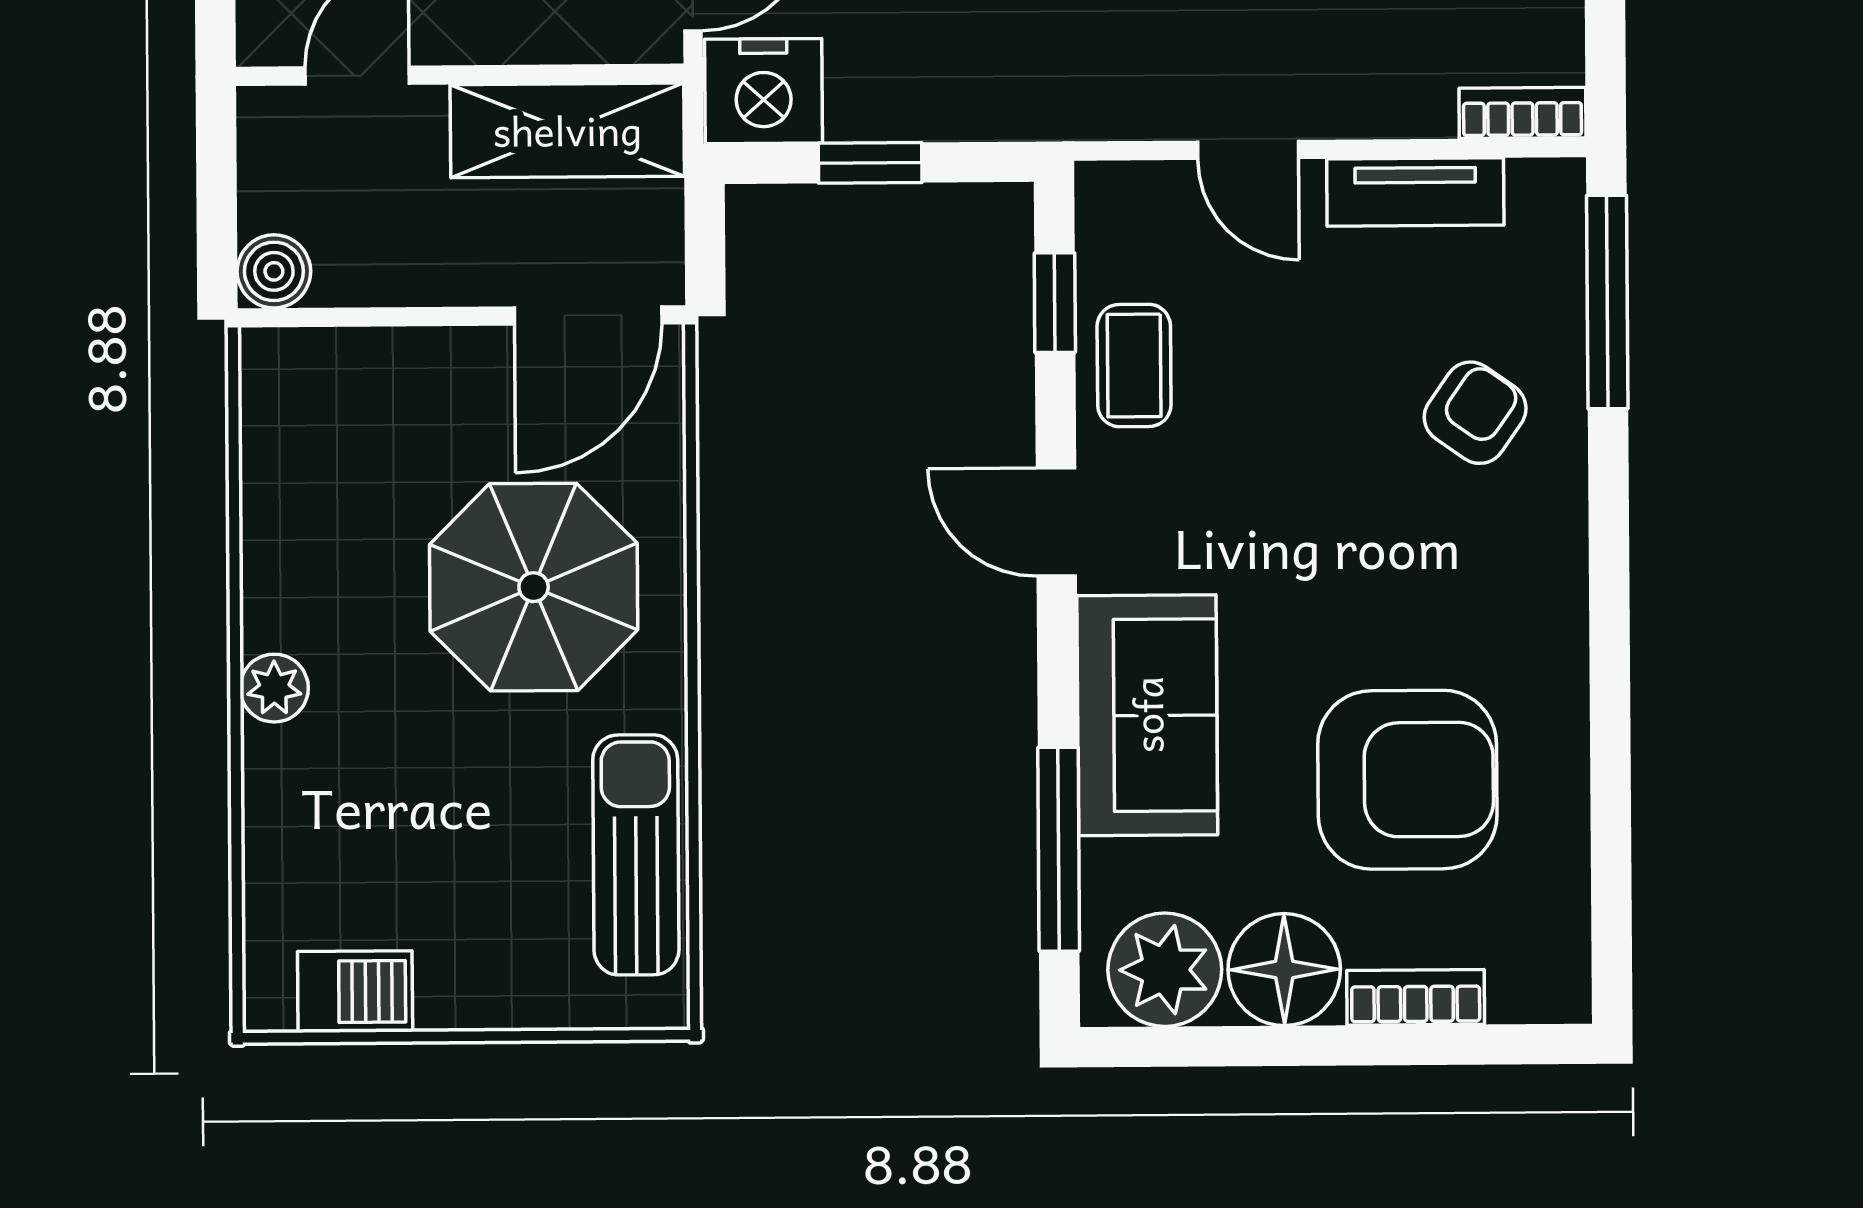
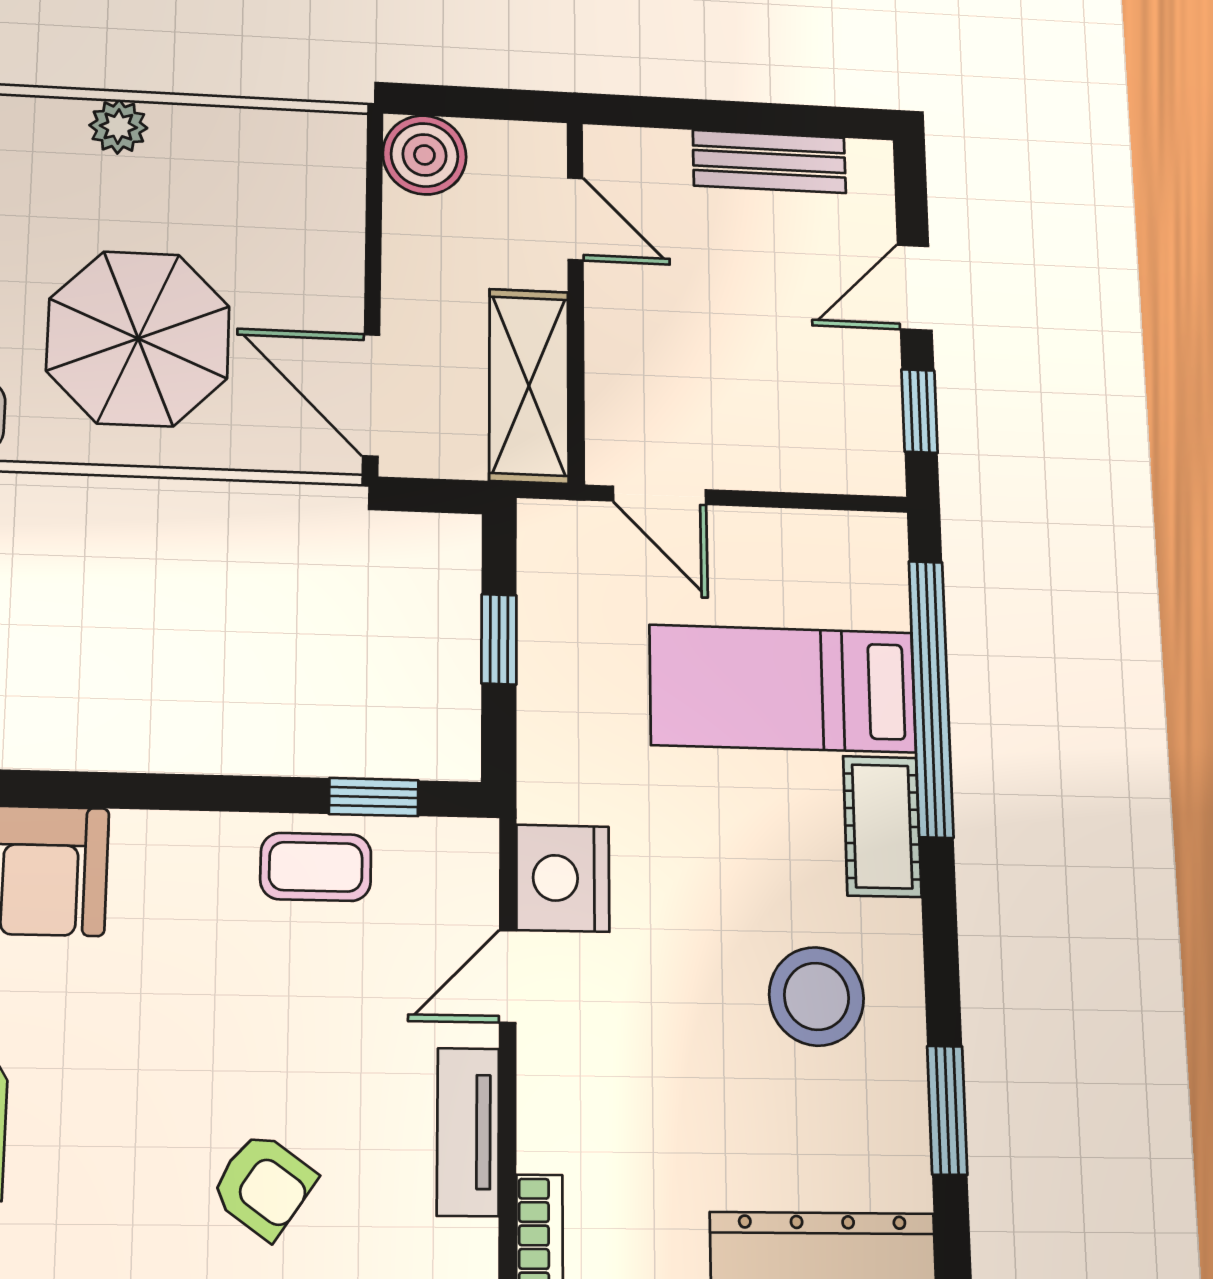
nightstand: (764, 91) -> (563, 878), moved
boiler: (274, 271) -> (424, 155), width x1.36, depth x1.36
door: (1056, 522) -> (177, 792), removed
plant: (274, 688) -> (118, 127), moved

